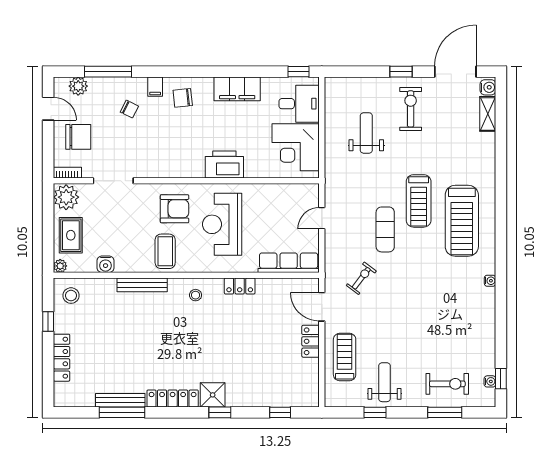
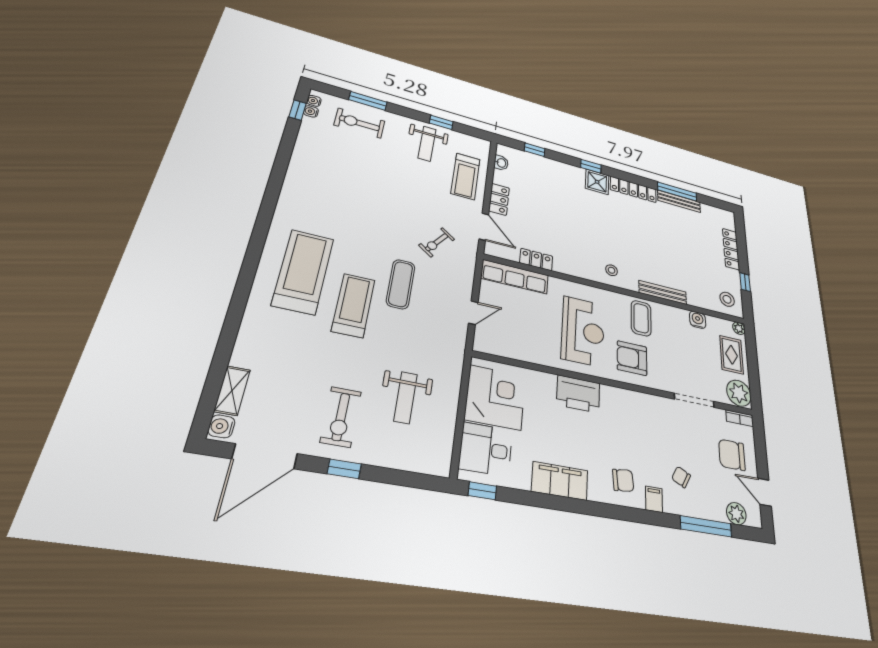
water cooler: (490, 281) -> (314, 101), moved
locker: (240, 286) -> (536, 260), moved
washbasin: (312, 384) -> (501, 163), added

